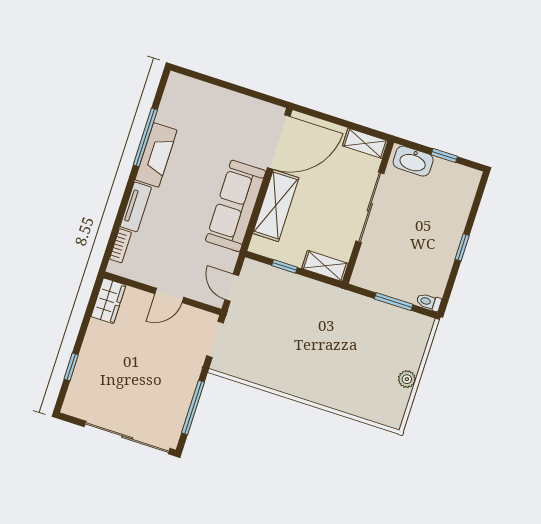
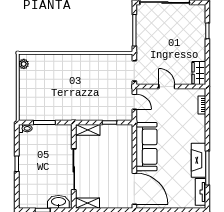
door: (279, 142) -> (134, 189), swing flipped
shelving: (276, 206) -> (125, 154), removed
tv unit: (136, 207) -> (200, 192), moved
door: (169, 295) -> (167, 87), hinge flipped
plant: (407, 379) -> (24, 64), moved

